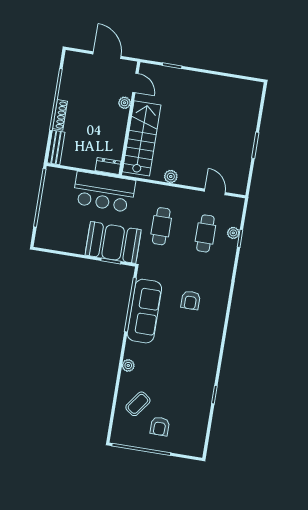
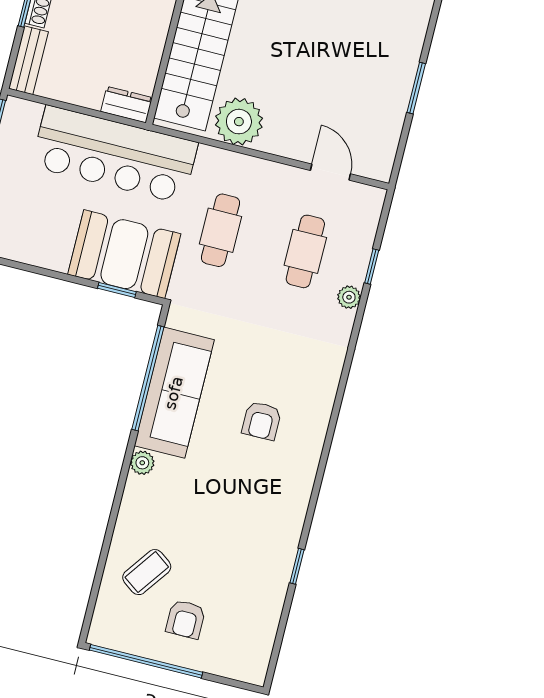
plant: (171, 176) -> (239, 122), width x1.88, depth x1.88
bar counter: (104, 192) -> (115, 154), width x1.36
plant: (233, 233) -> (349, 297), moved
armchair: (191, 300) -> (262, 421), moved
plant: (128, 365) -> (142, 463), moved

